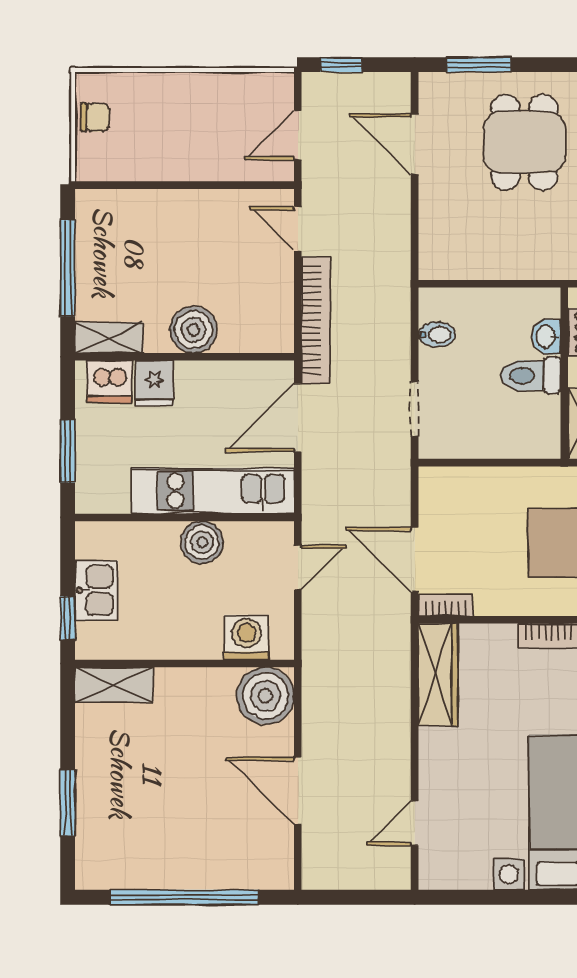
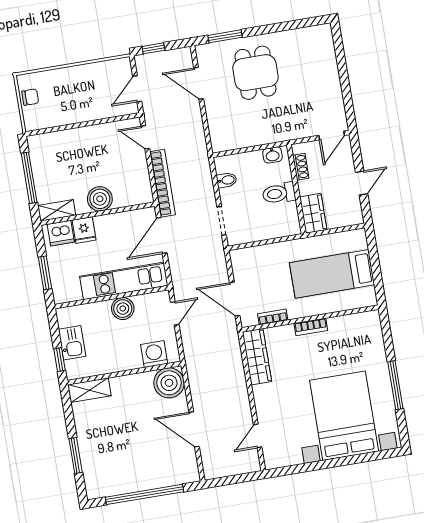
washbasin: (546, 337) -> (272, 155), moved, turned -90
bookcase: (446, 605) -> (273, 317), moved

